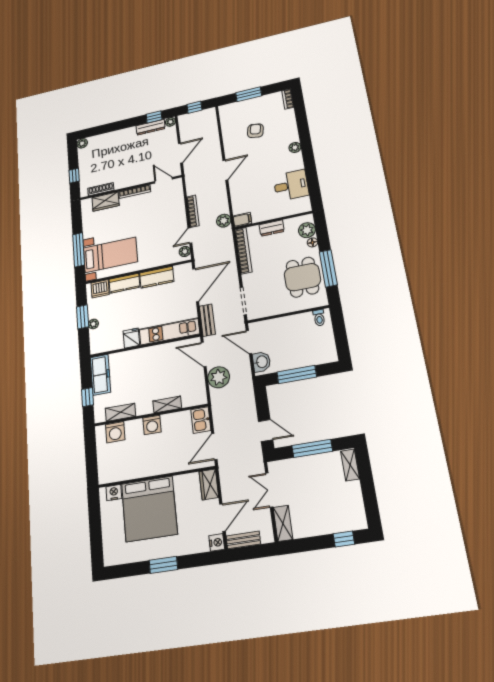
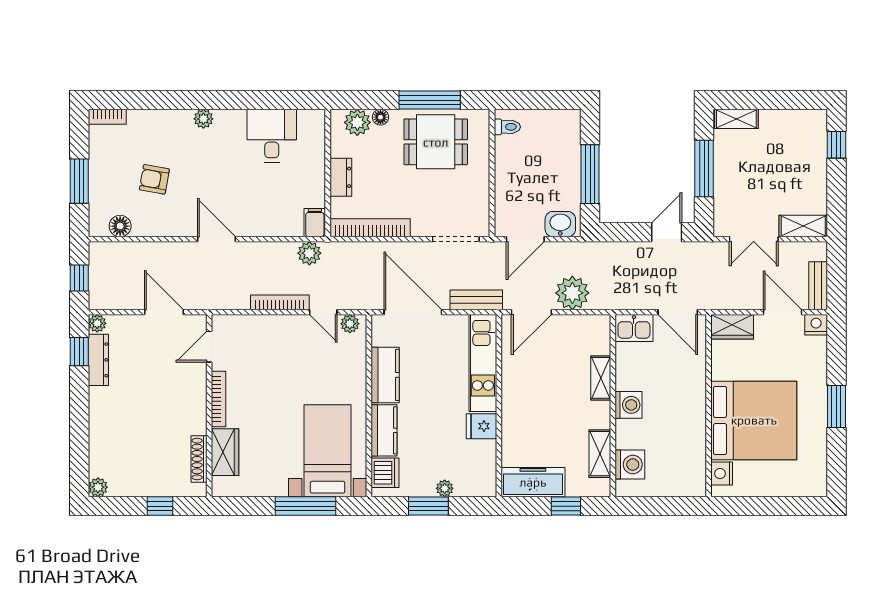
floor lamp: (226, 120) -> (120, 226), added

